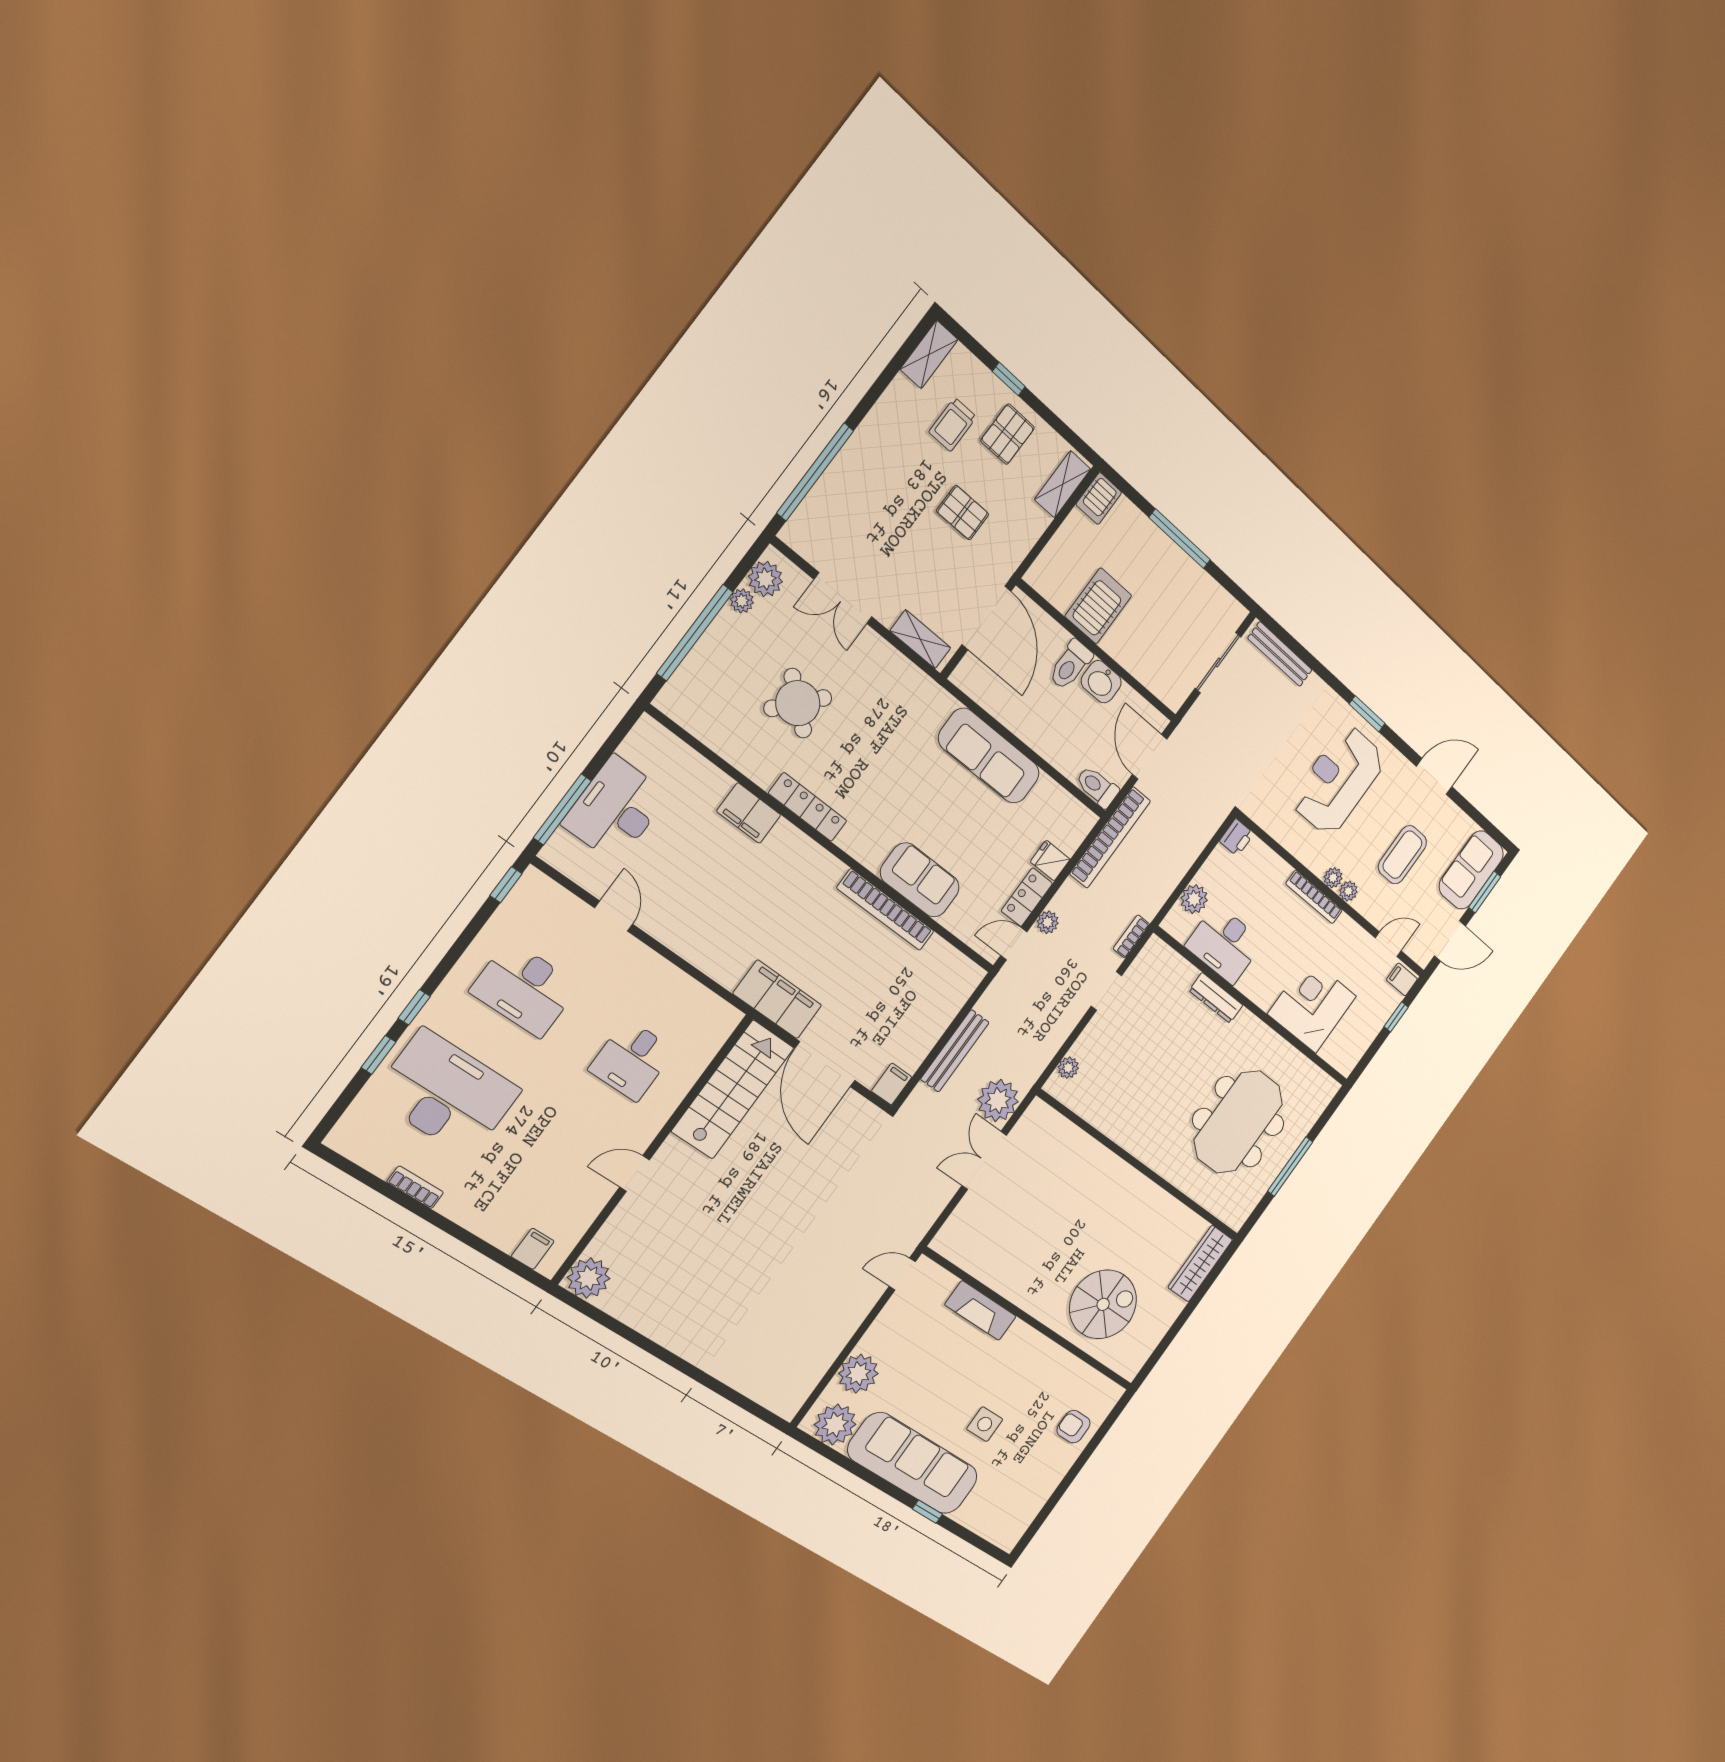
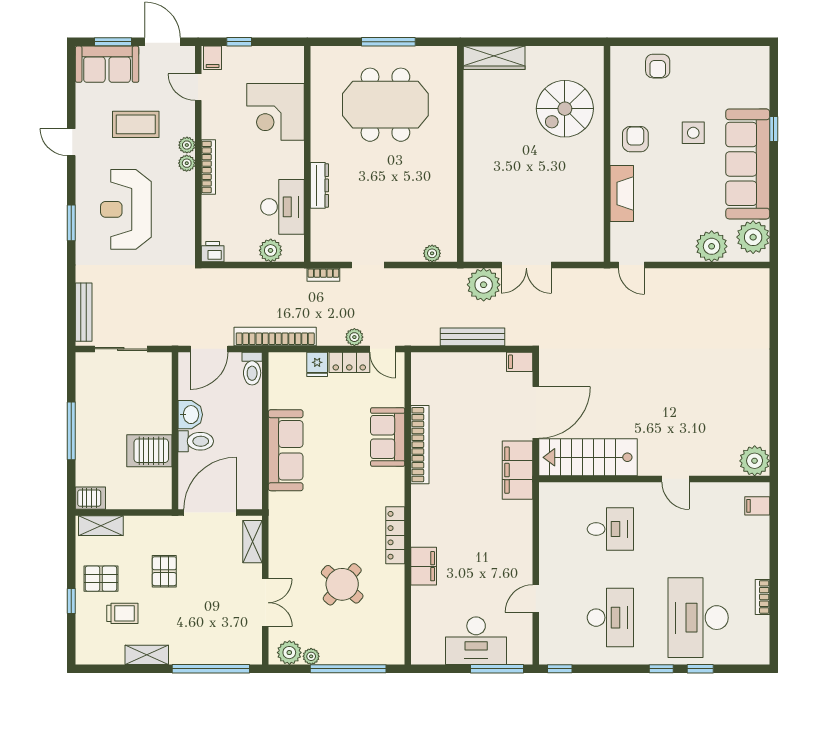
shelving: (929, 354) -> (147, 655), moved
door: (1434, 777) -> (71, 142), width x0.73
reception desk: (1338, 780) -> (126, 209), turned 90
spiral stairs: (1103, 1304) -> (565, 109), turned -90
armchair: (1022, 1359) -> (635, 139), added

